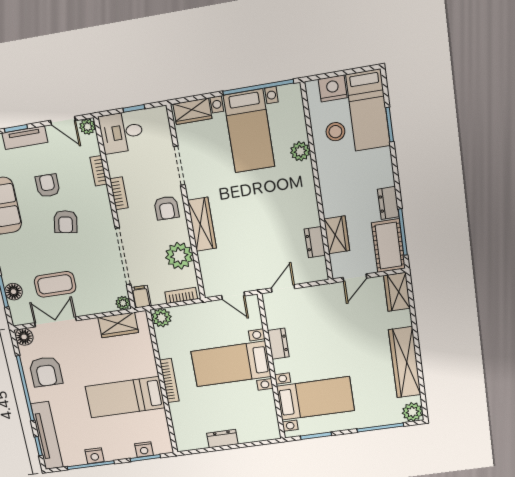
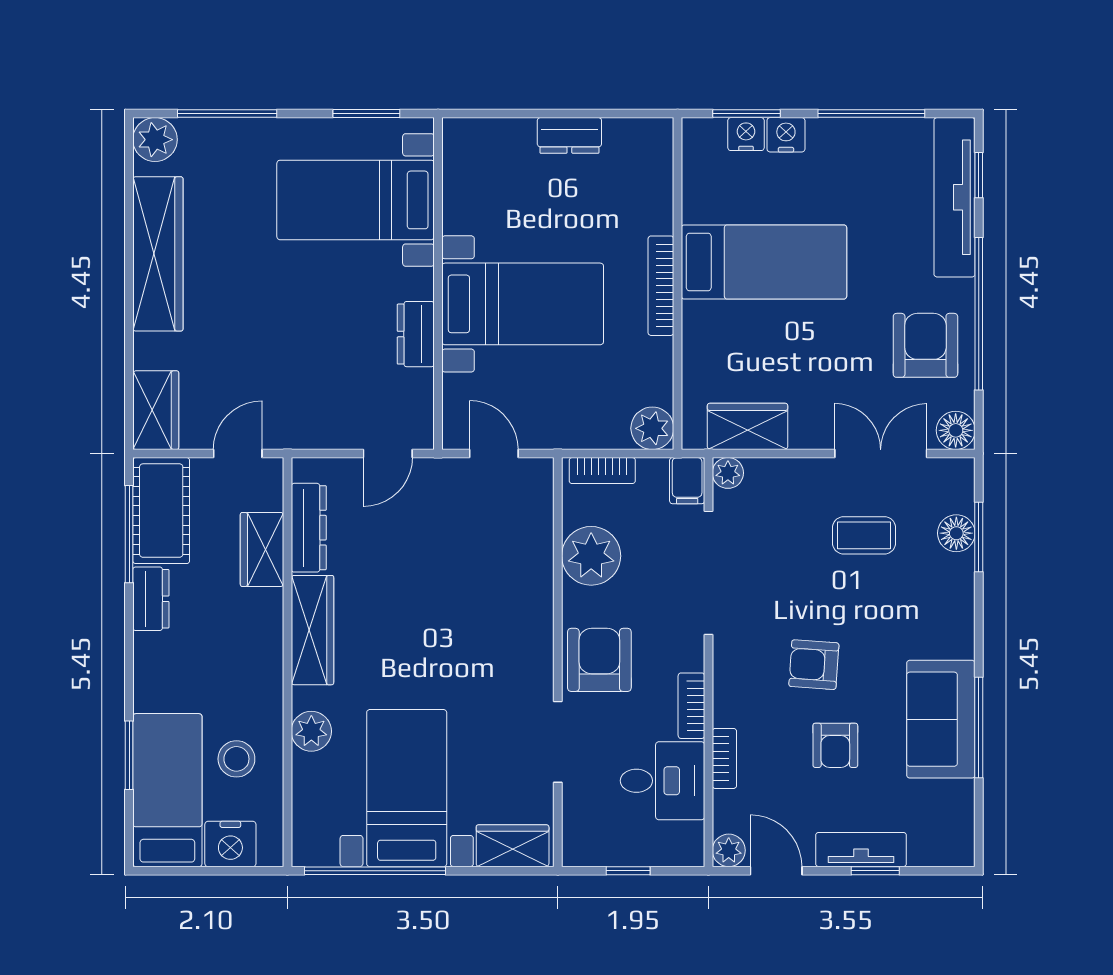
desk: (121, 132) -> (662, 781), moved
armchair: (167, 208) -> (599, 660), width x1.38, depth x1.38
armchair: (66, 222) -> (814, 665), turned -96
wardrobe: (202, 224) -> (312, 630), moved, turned 180
dresser: (315, 242) -> (309, 528), width x1.44
coffee table: (55, 284) -> (864, 535), width x0.73, depth x0.77
double door: (55, 322) -> (881, 453), swing flipped
nightstand: (95, 456) -> (786, 135), moved

